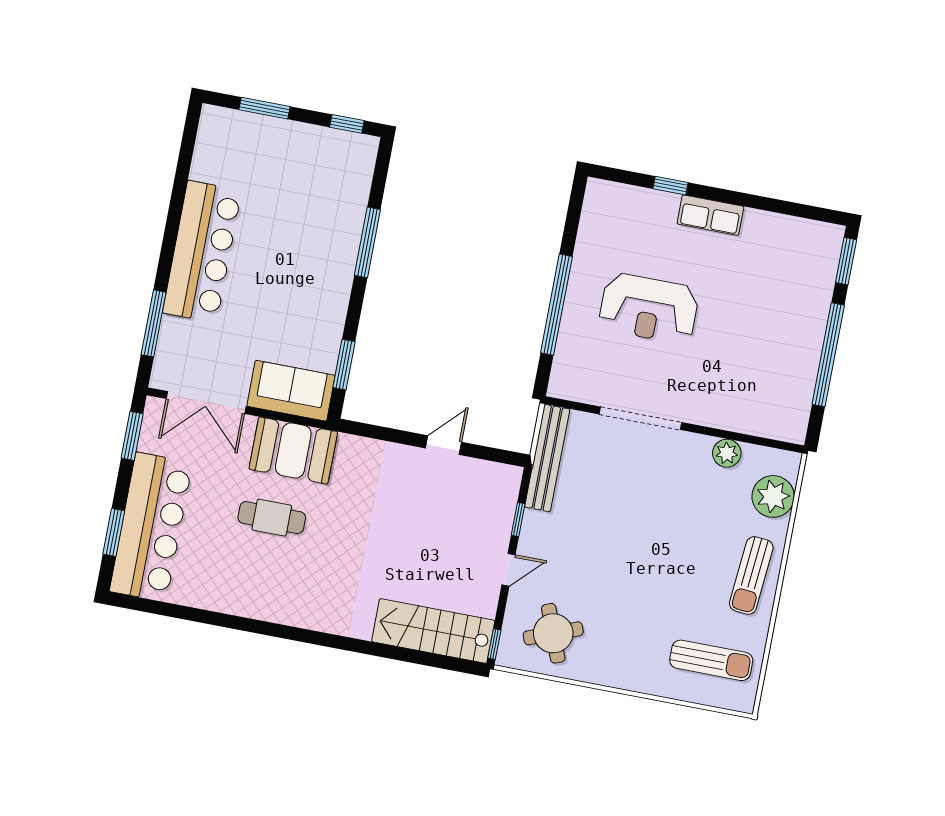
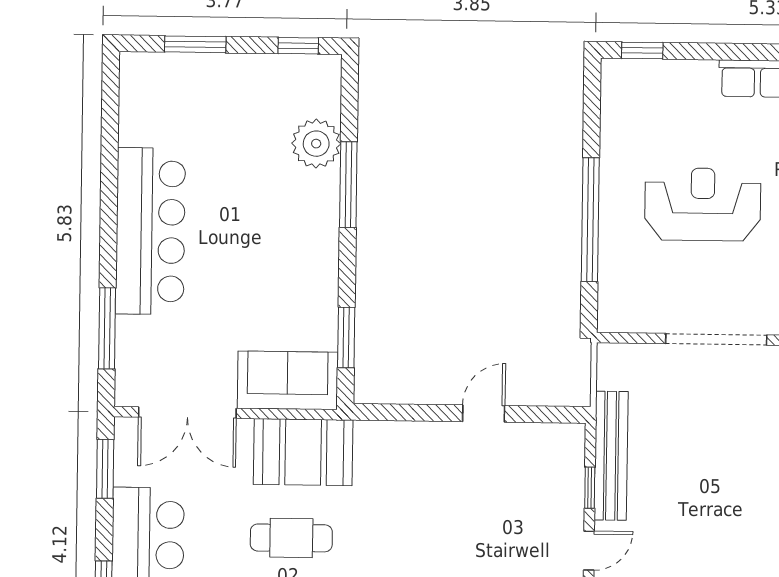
window: (671, 186) -> (642, 51), moved
plant: (347, 205) -> (316, 144), added
reception desk: (649, 308) -> (703, 204), turned 180
bench: (547, 458) -> (611, 456), moved

